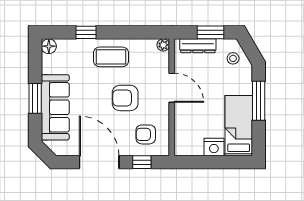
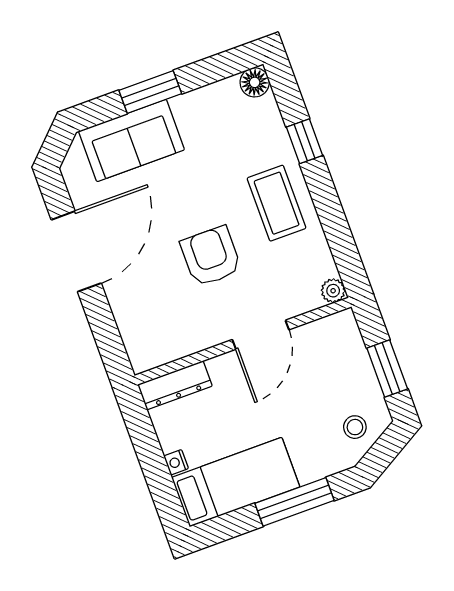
dresser: (198, 46) -> (175, 385), moved, turned -90
sofa: (55, 107) -> (132, 140), width x0.73
armchair: (146, 134) -> (158, 318), removed
nightstand: (214, 147) -> (176, 462), width x0.53, depth x0.56
window: (142, 162) -> (105, 330), removed

